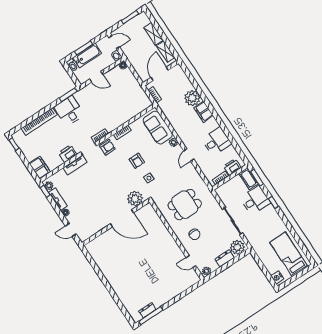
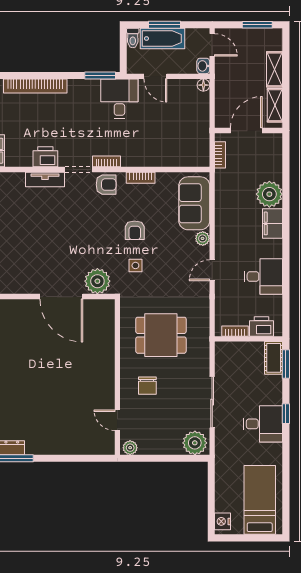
desk: (69, 111) -> (119, 99), moved
desk: (255, 200) -> (263, 424), moved
dresser: (225, 258) -> (167, 447), removed

